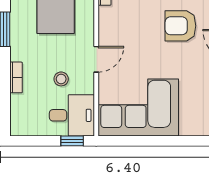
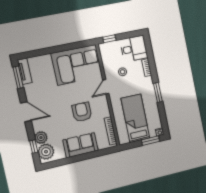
armchair: (180, 26) -> (82, 112), moved, turned -90
desk: (72, 115) -> (134, 49), moved, turned 180

